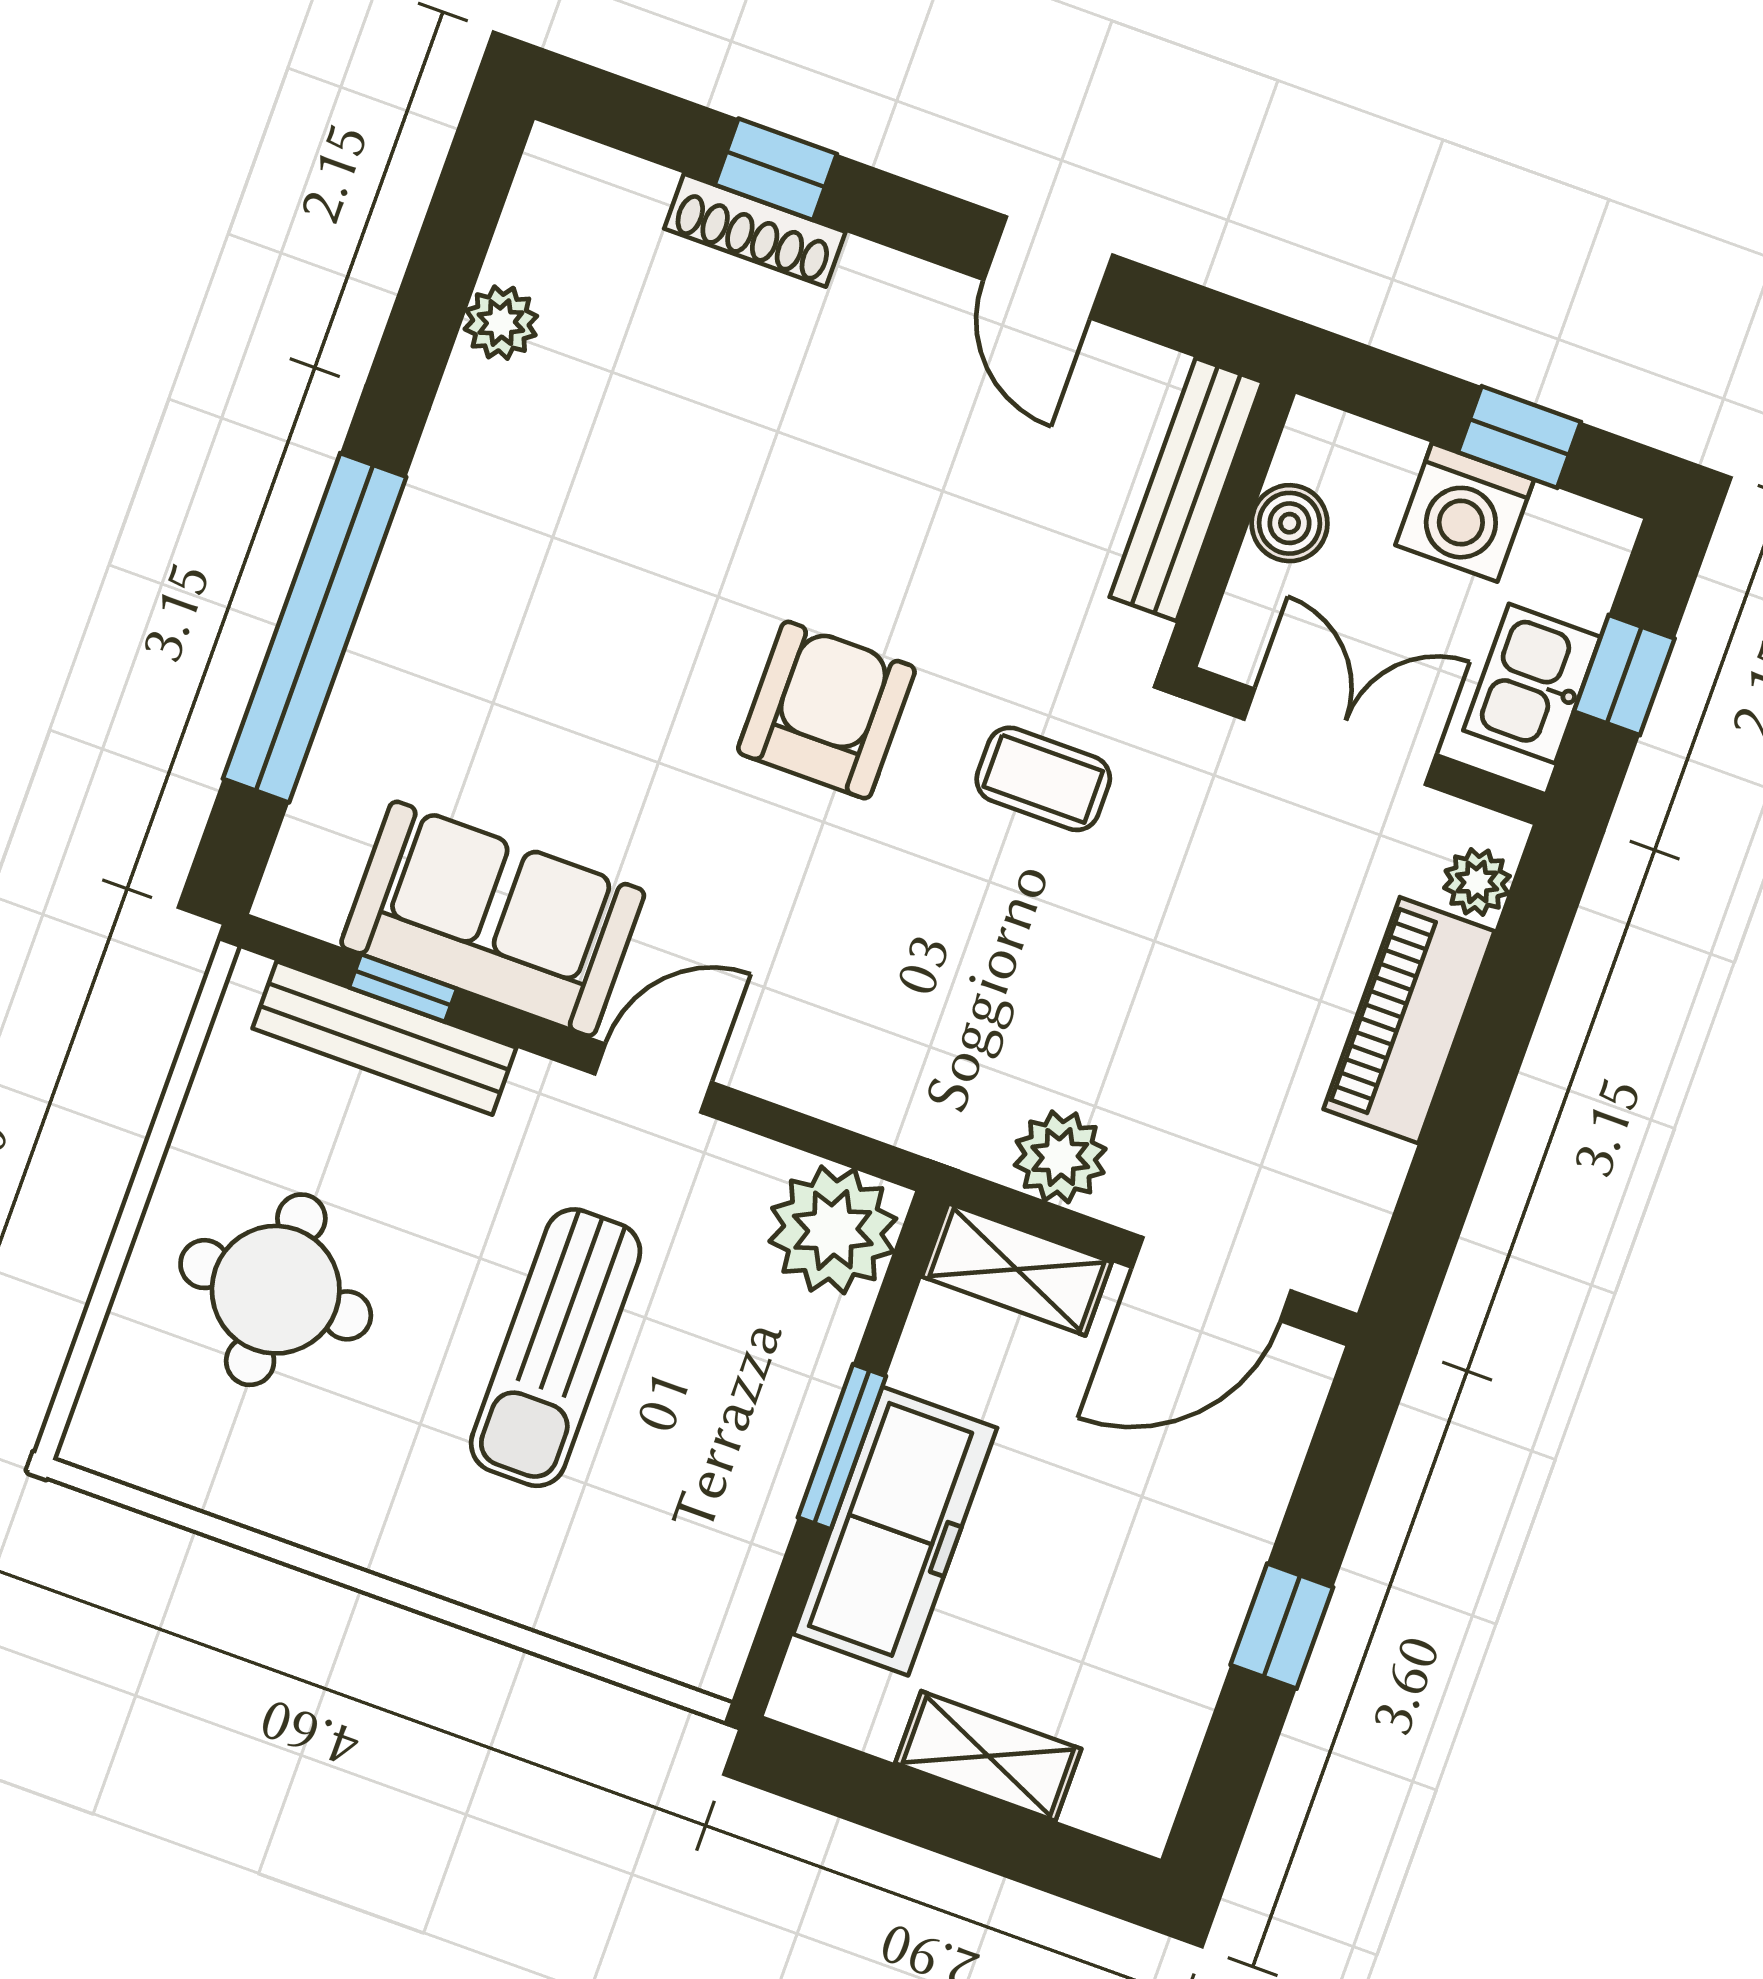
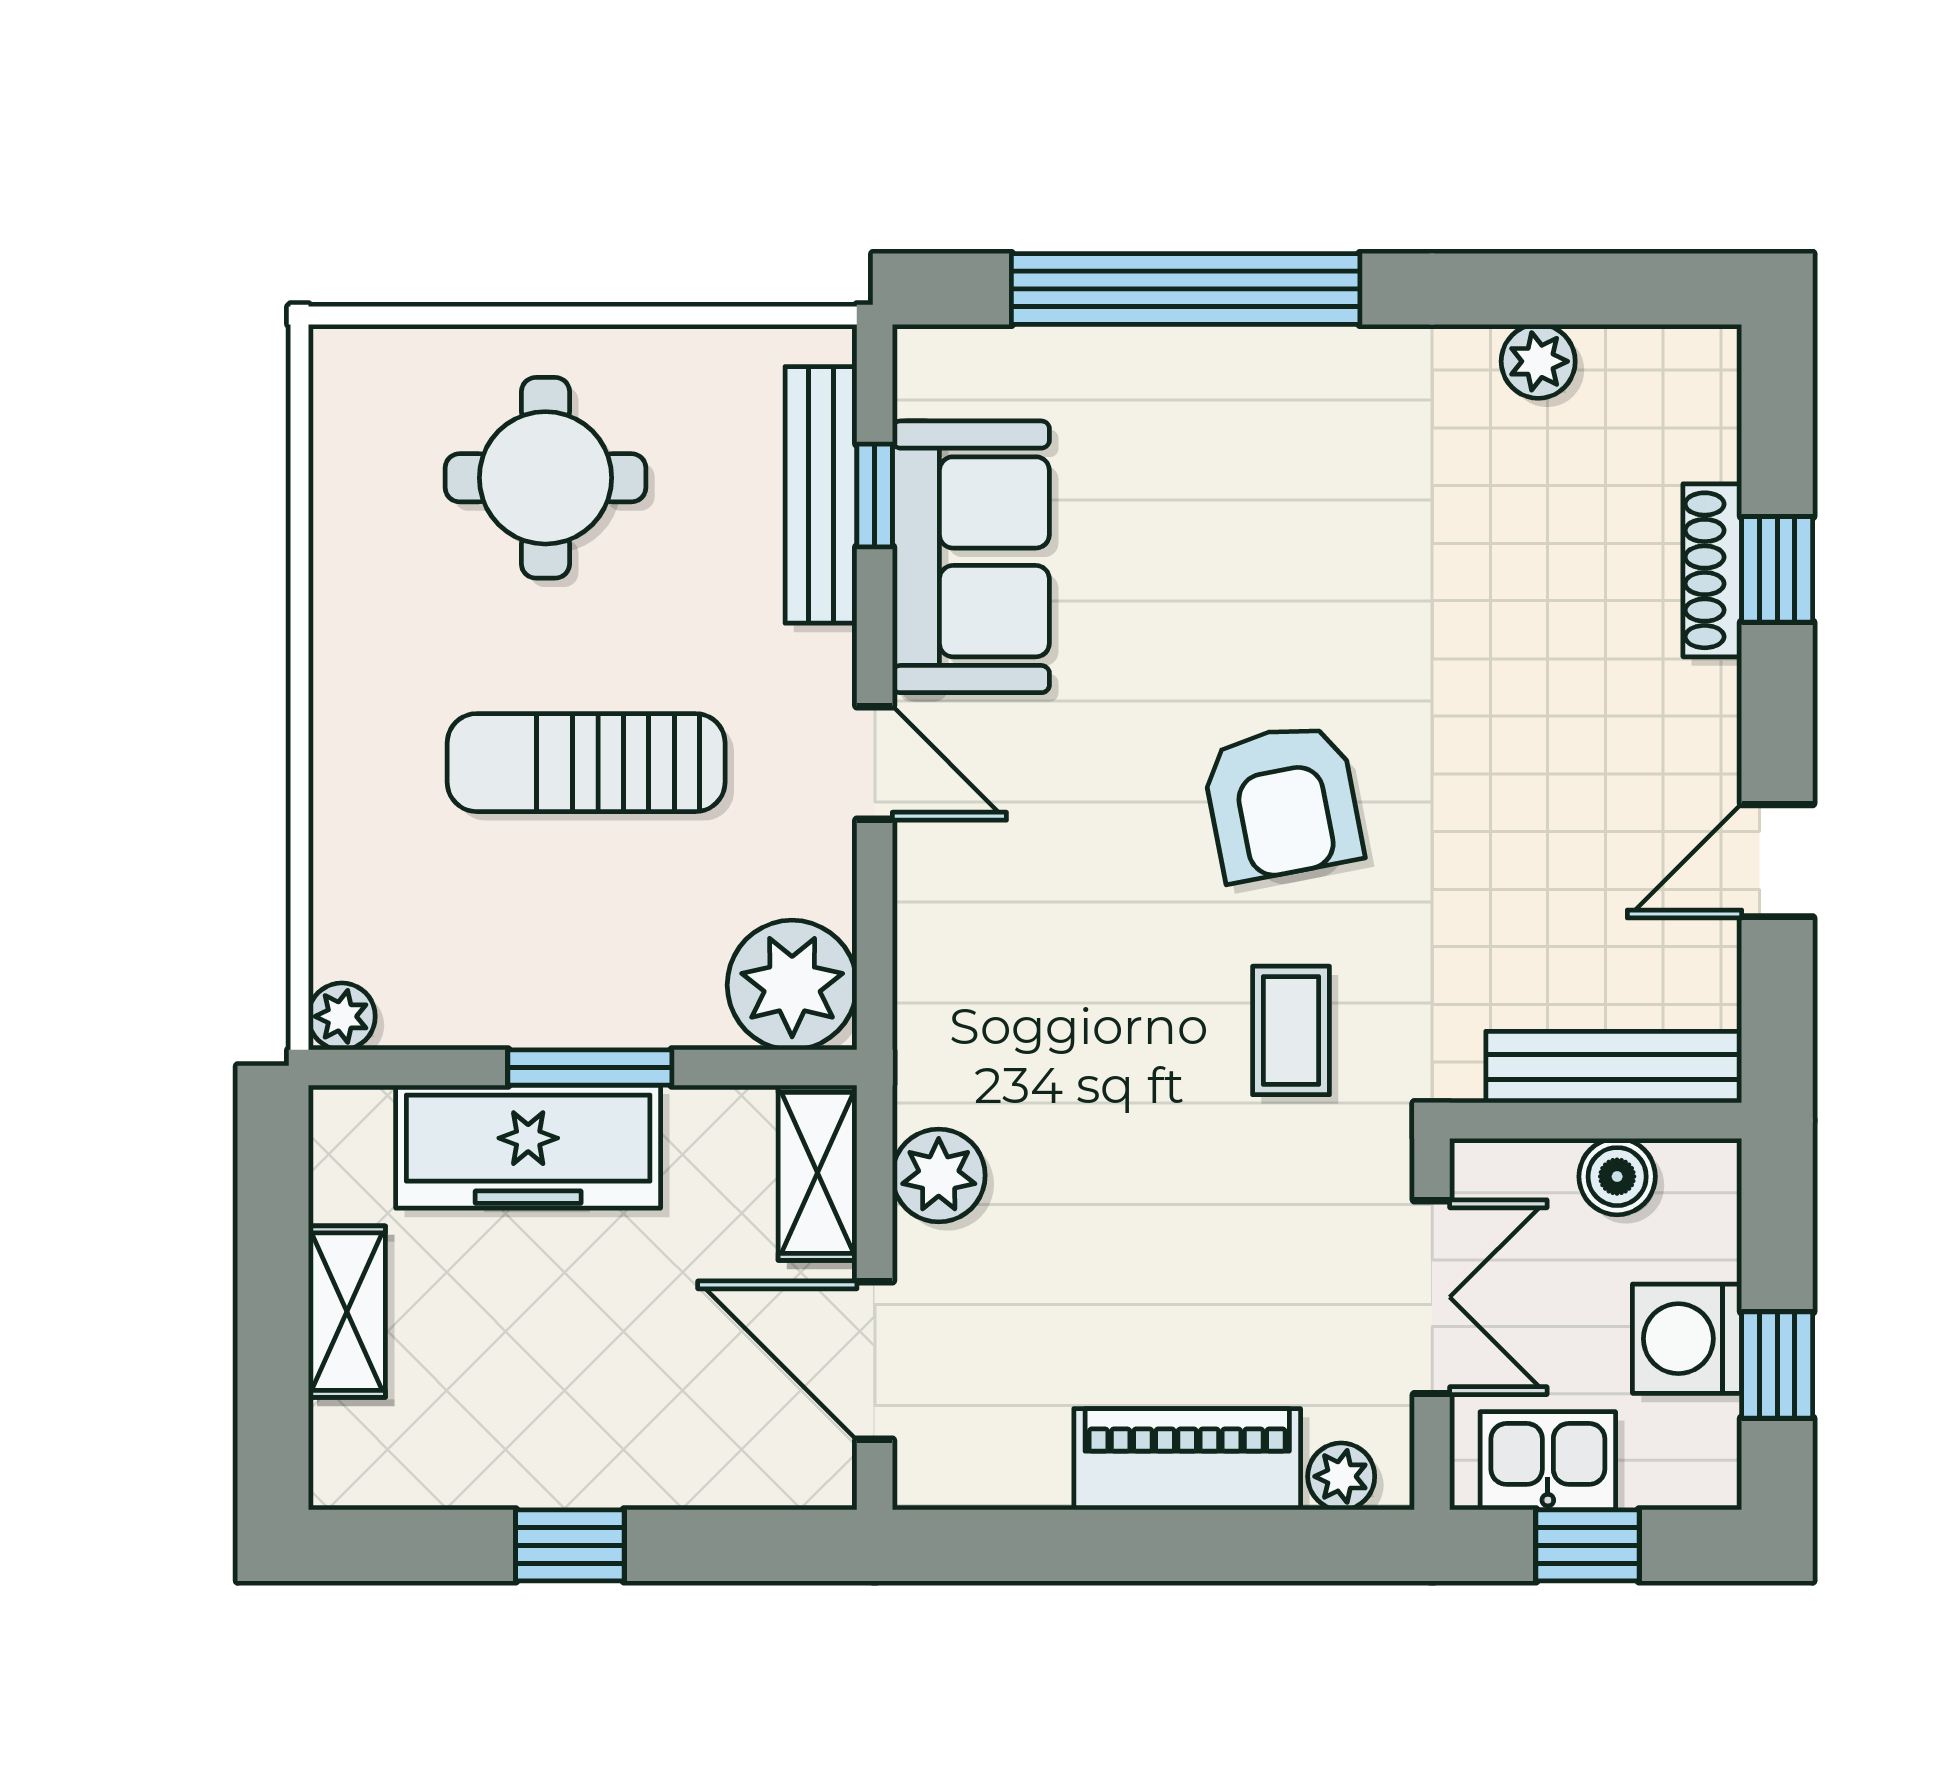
armchair: (826, 710) -> (1282, 802), turned 79
plant: (711, 1661) -> (342, 1016), added

